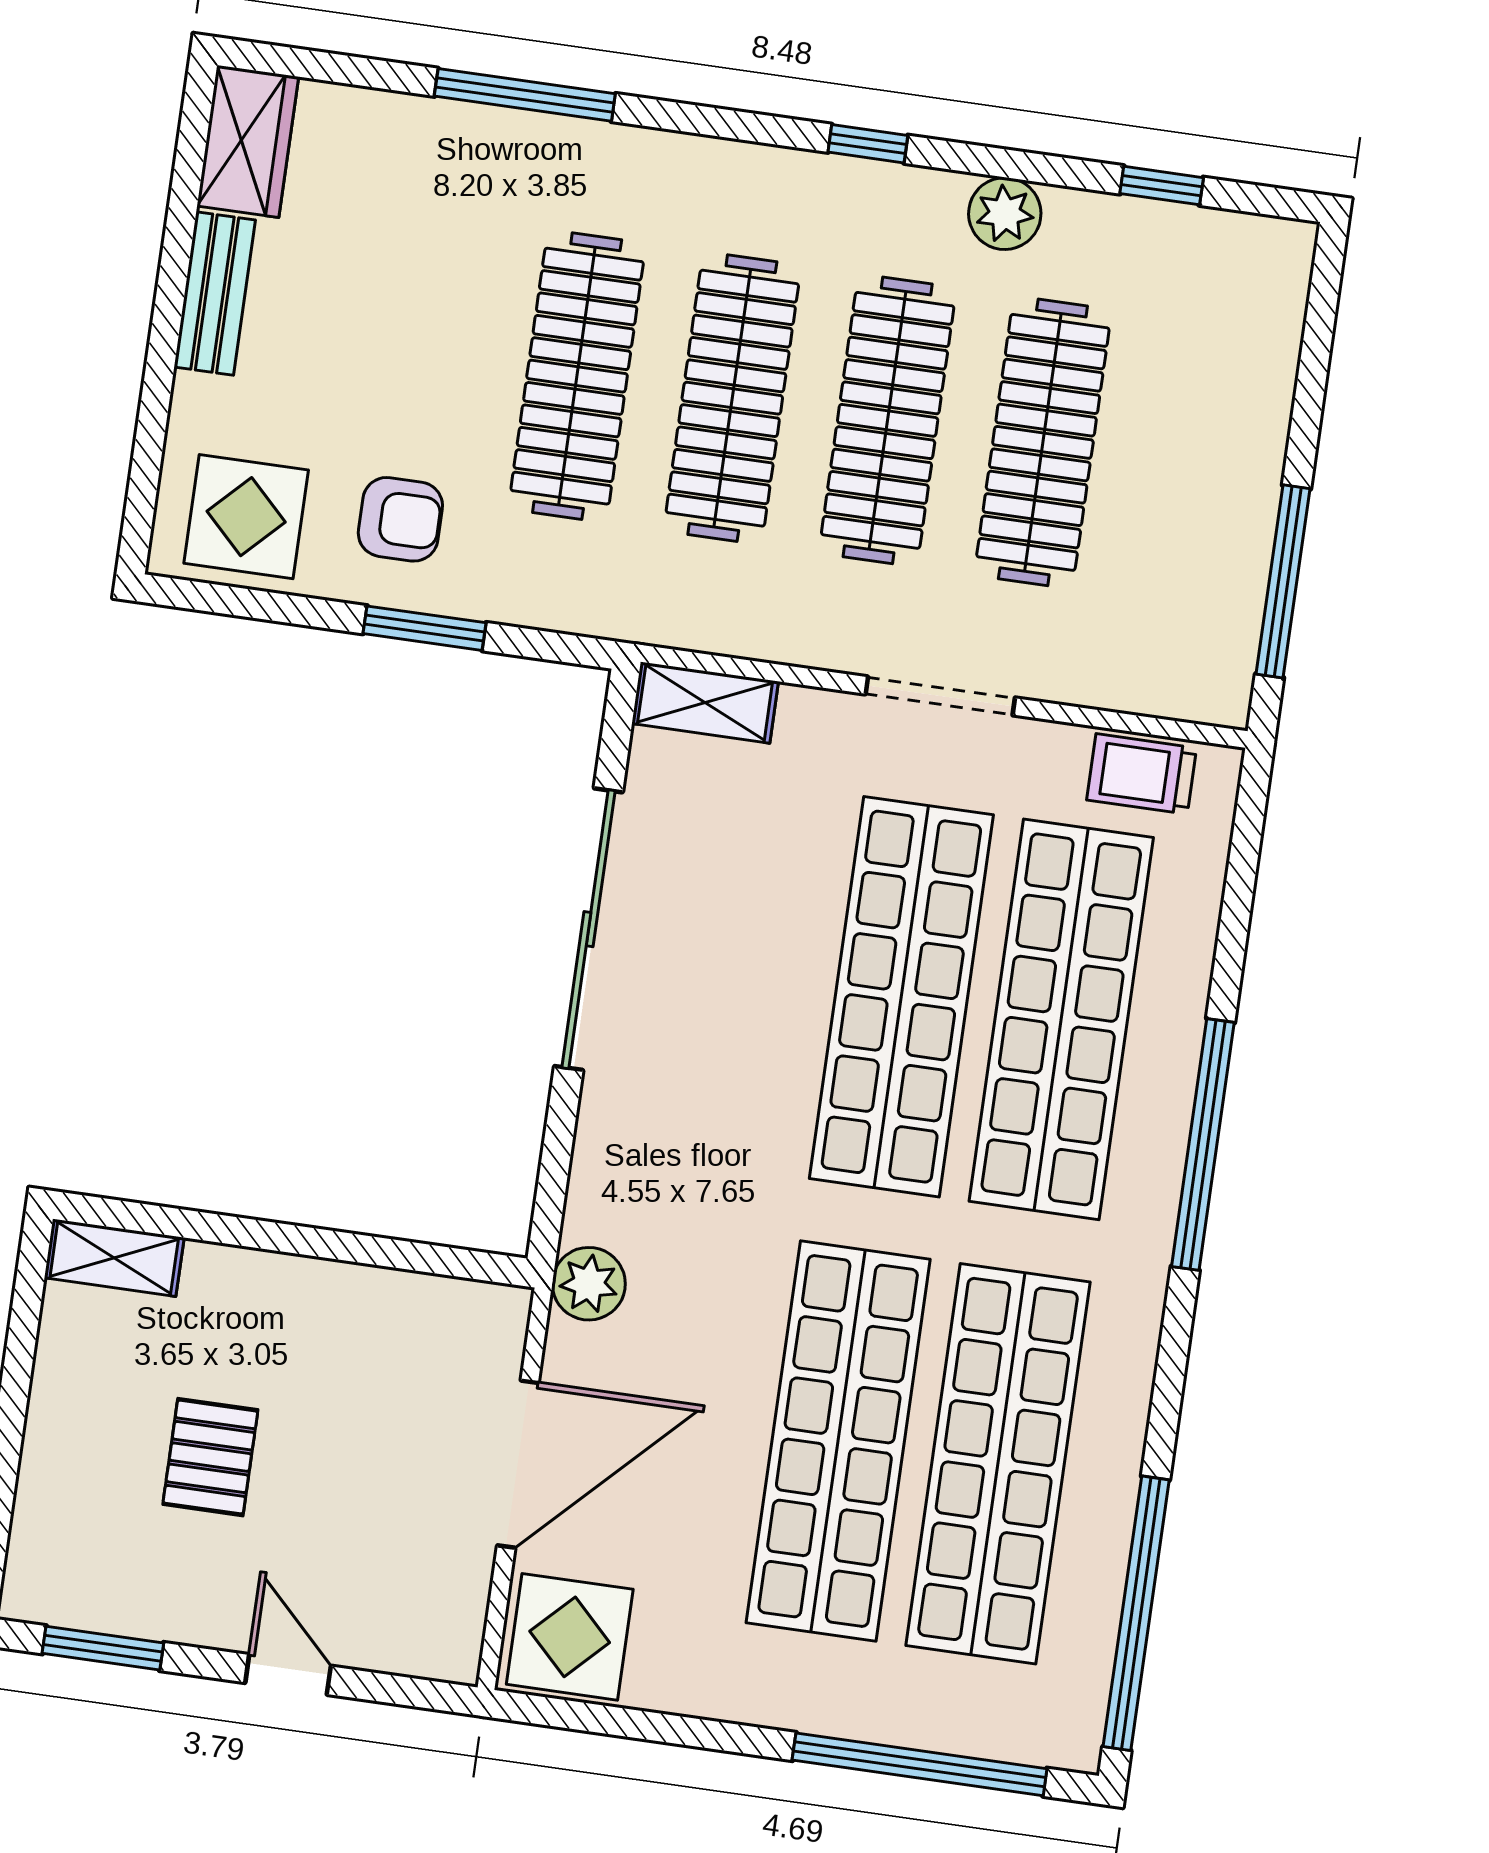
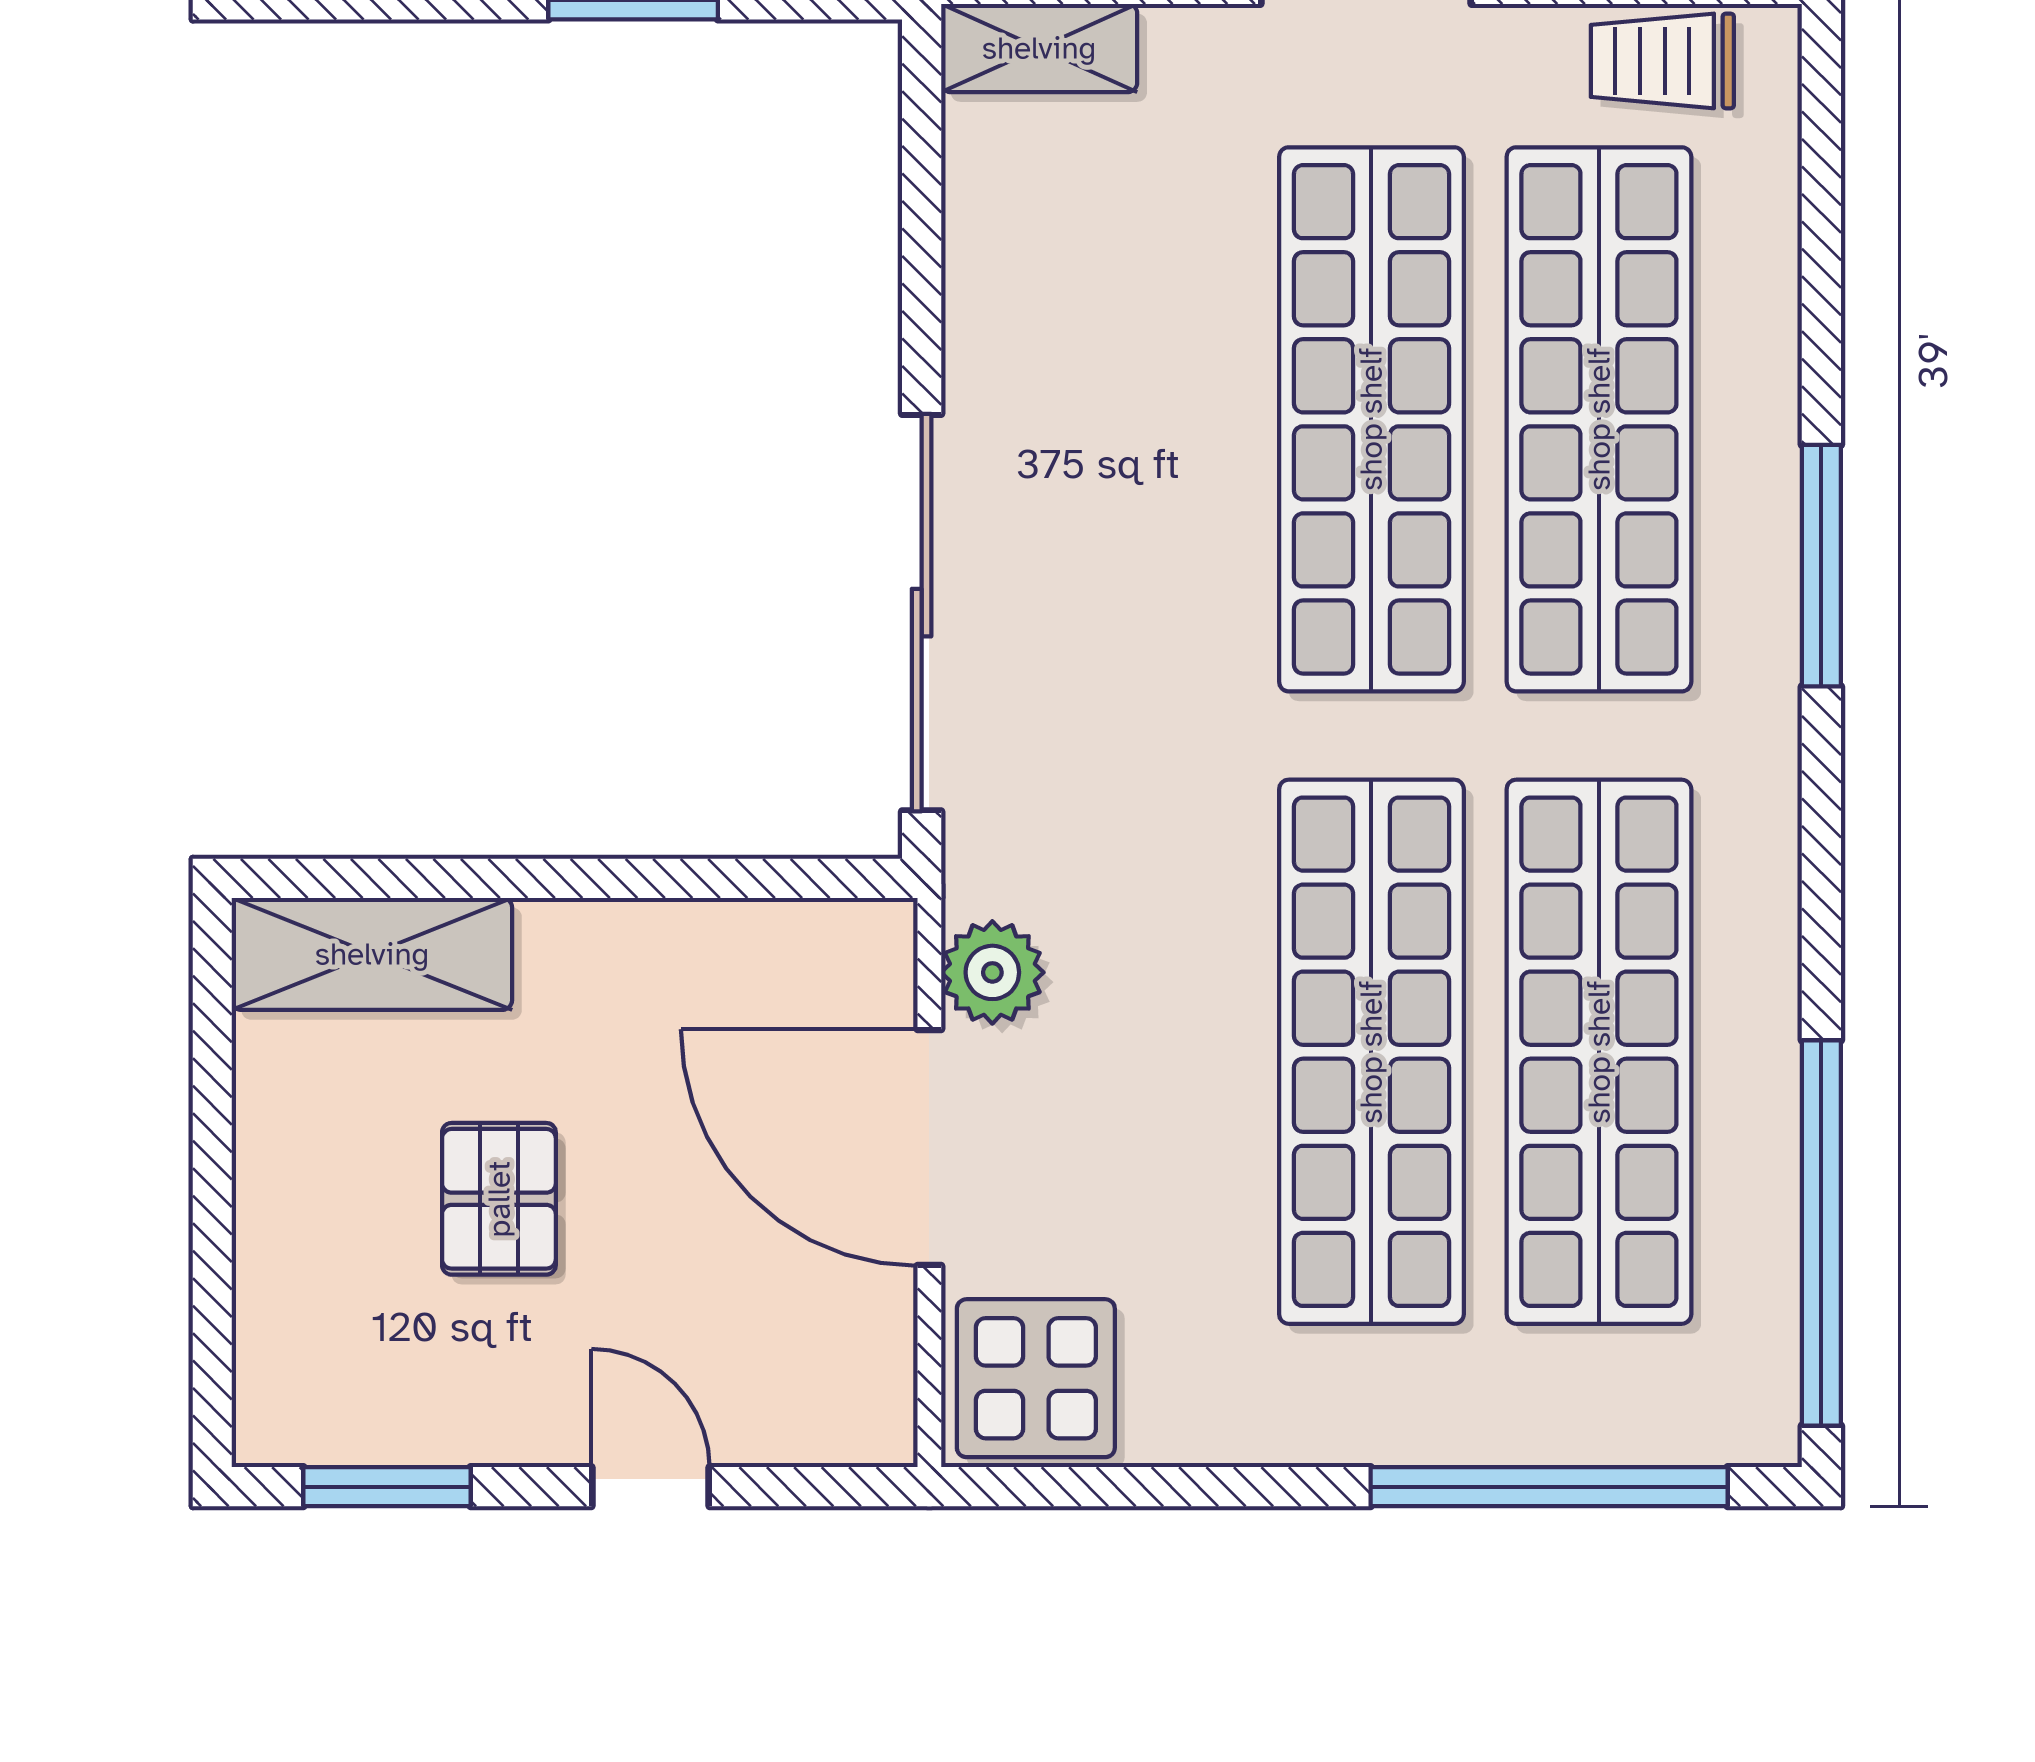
sliding door: (589, 929) -> (922, 613), moved
window: (1203, 1144) -> (1821, 566), width x0.68
shelving: (114, 1258) -> (372, 954), width x1.50, depth x1.33
plant: (589, 1284) -> (992, 972), moved
door: (518, 1464) -> (929, 1148), swing flipped

